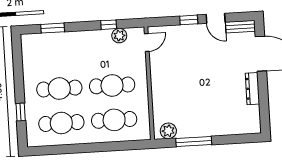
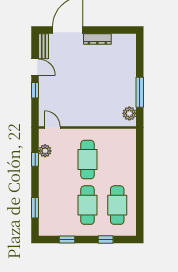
door: (216, 18) -> (35, 67), hinge flipped
window: (18, 67) -> (67, 240), added
cafe table: (114, 120) -> (117, 160), removed

